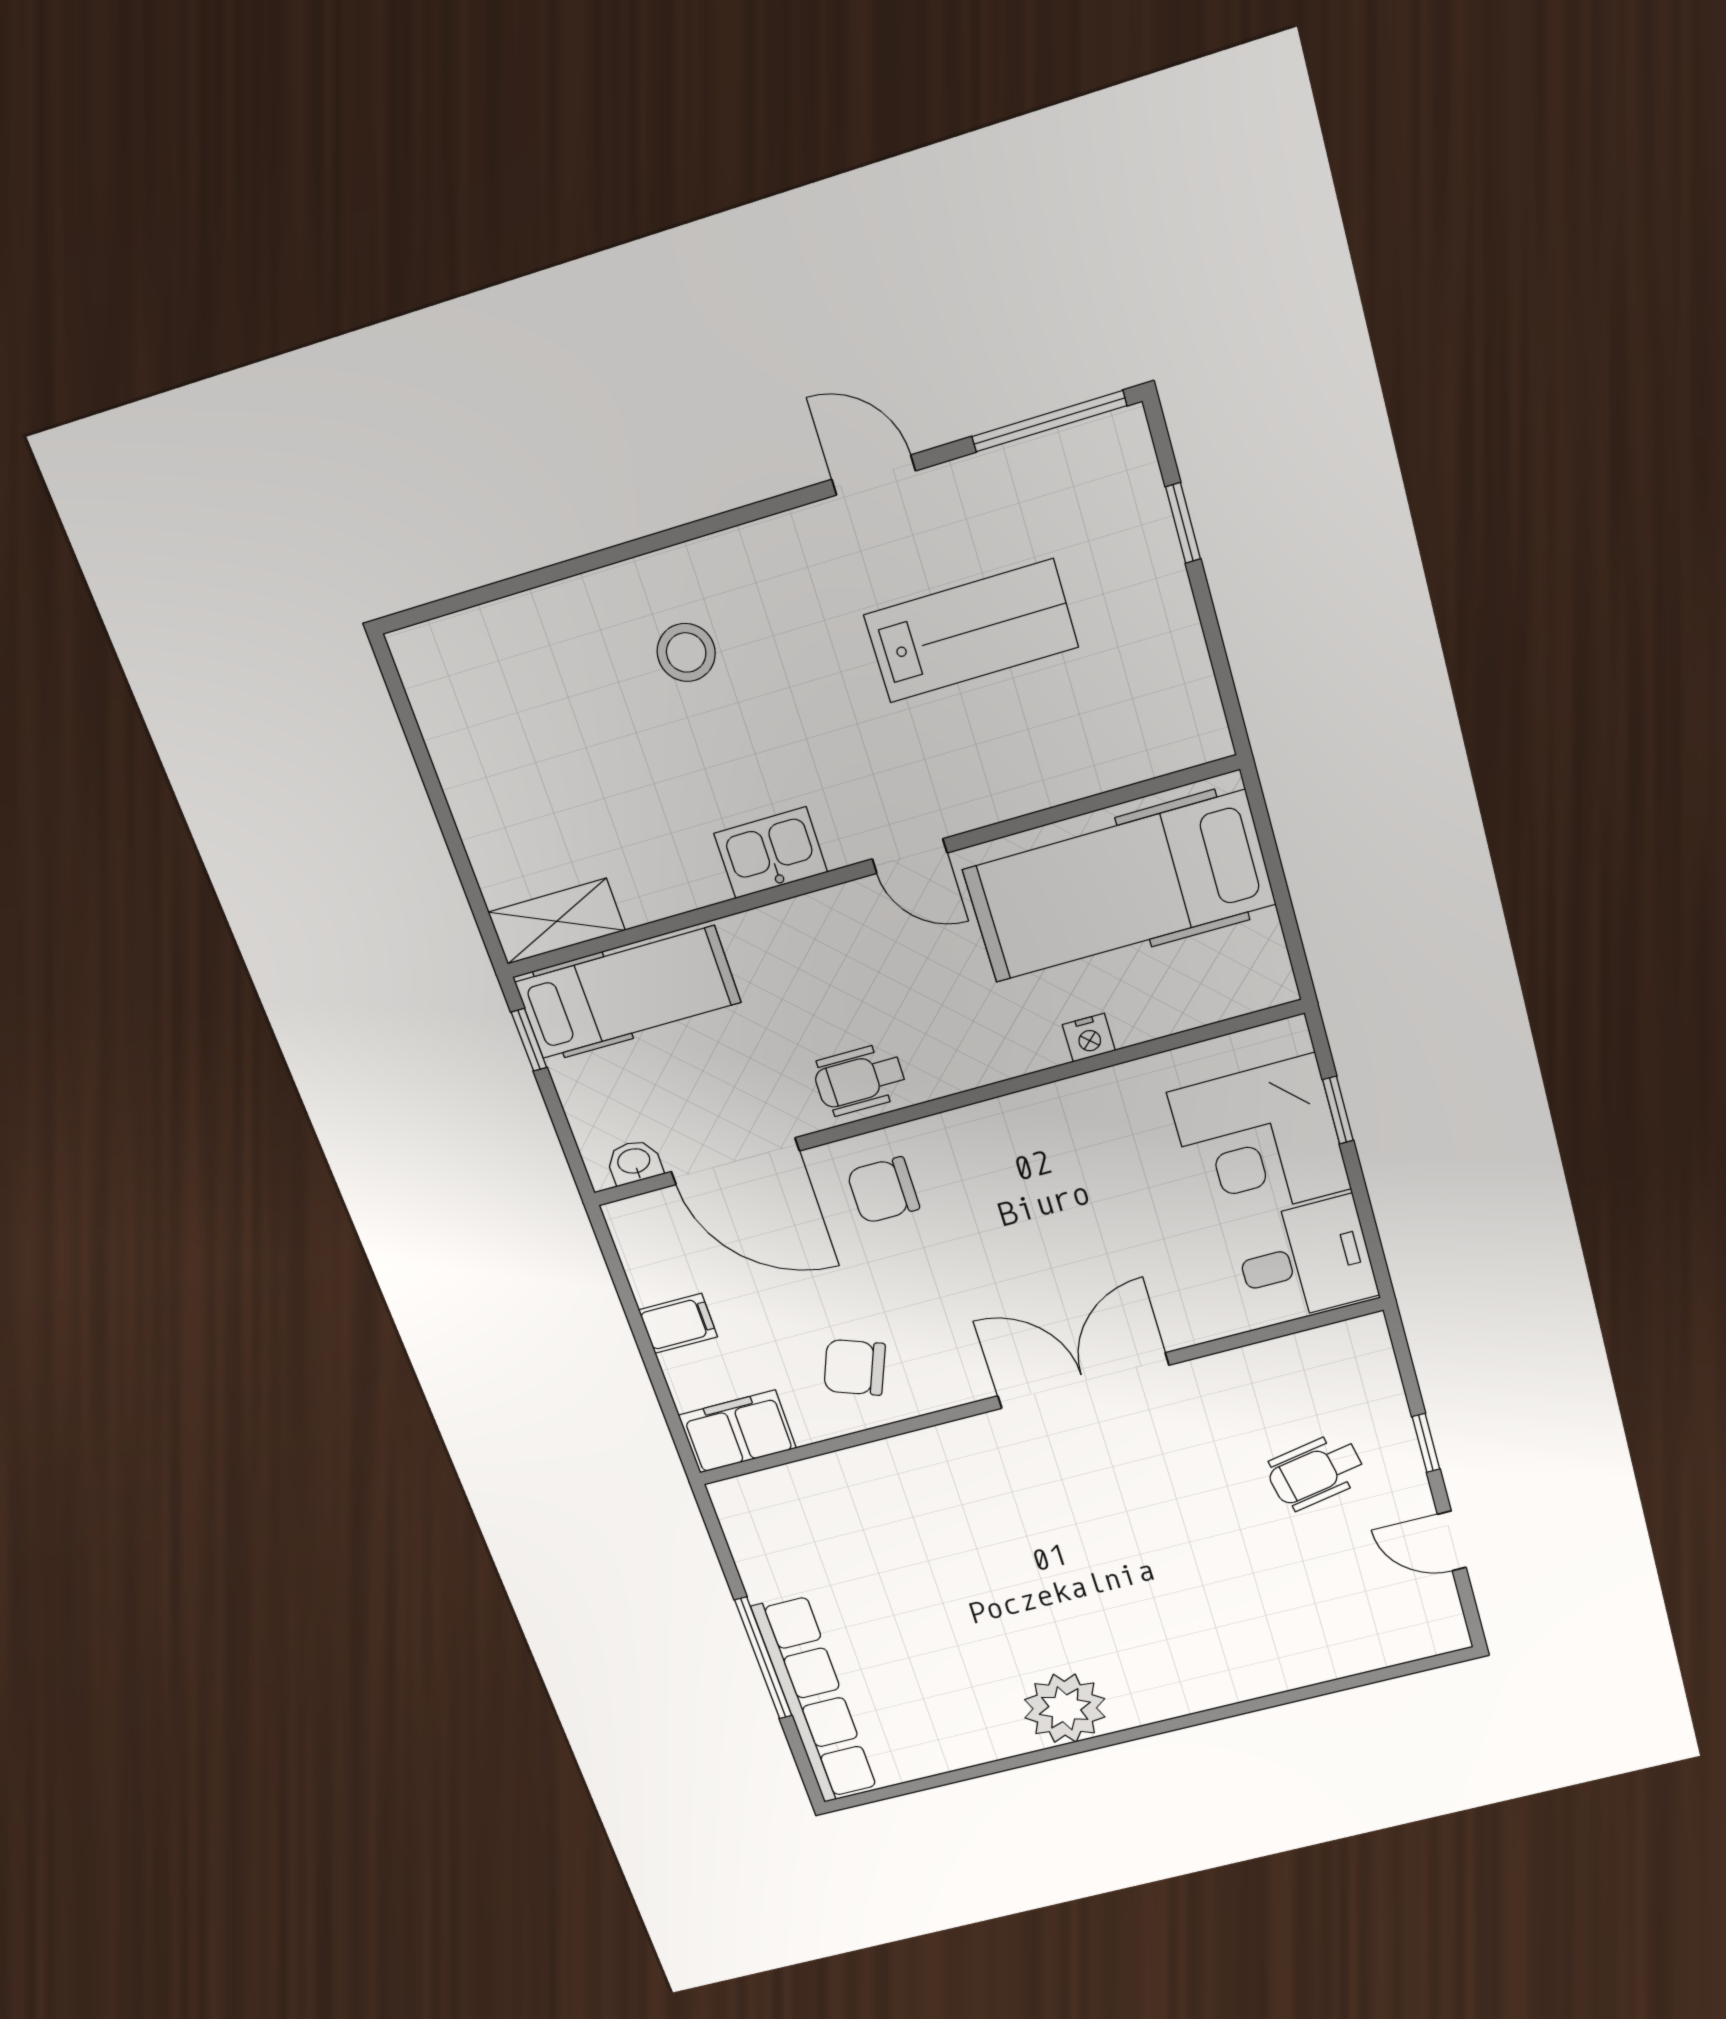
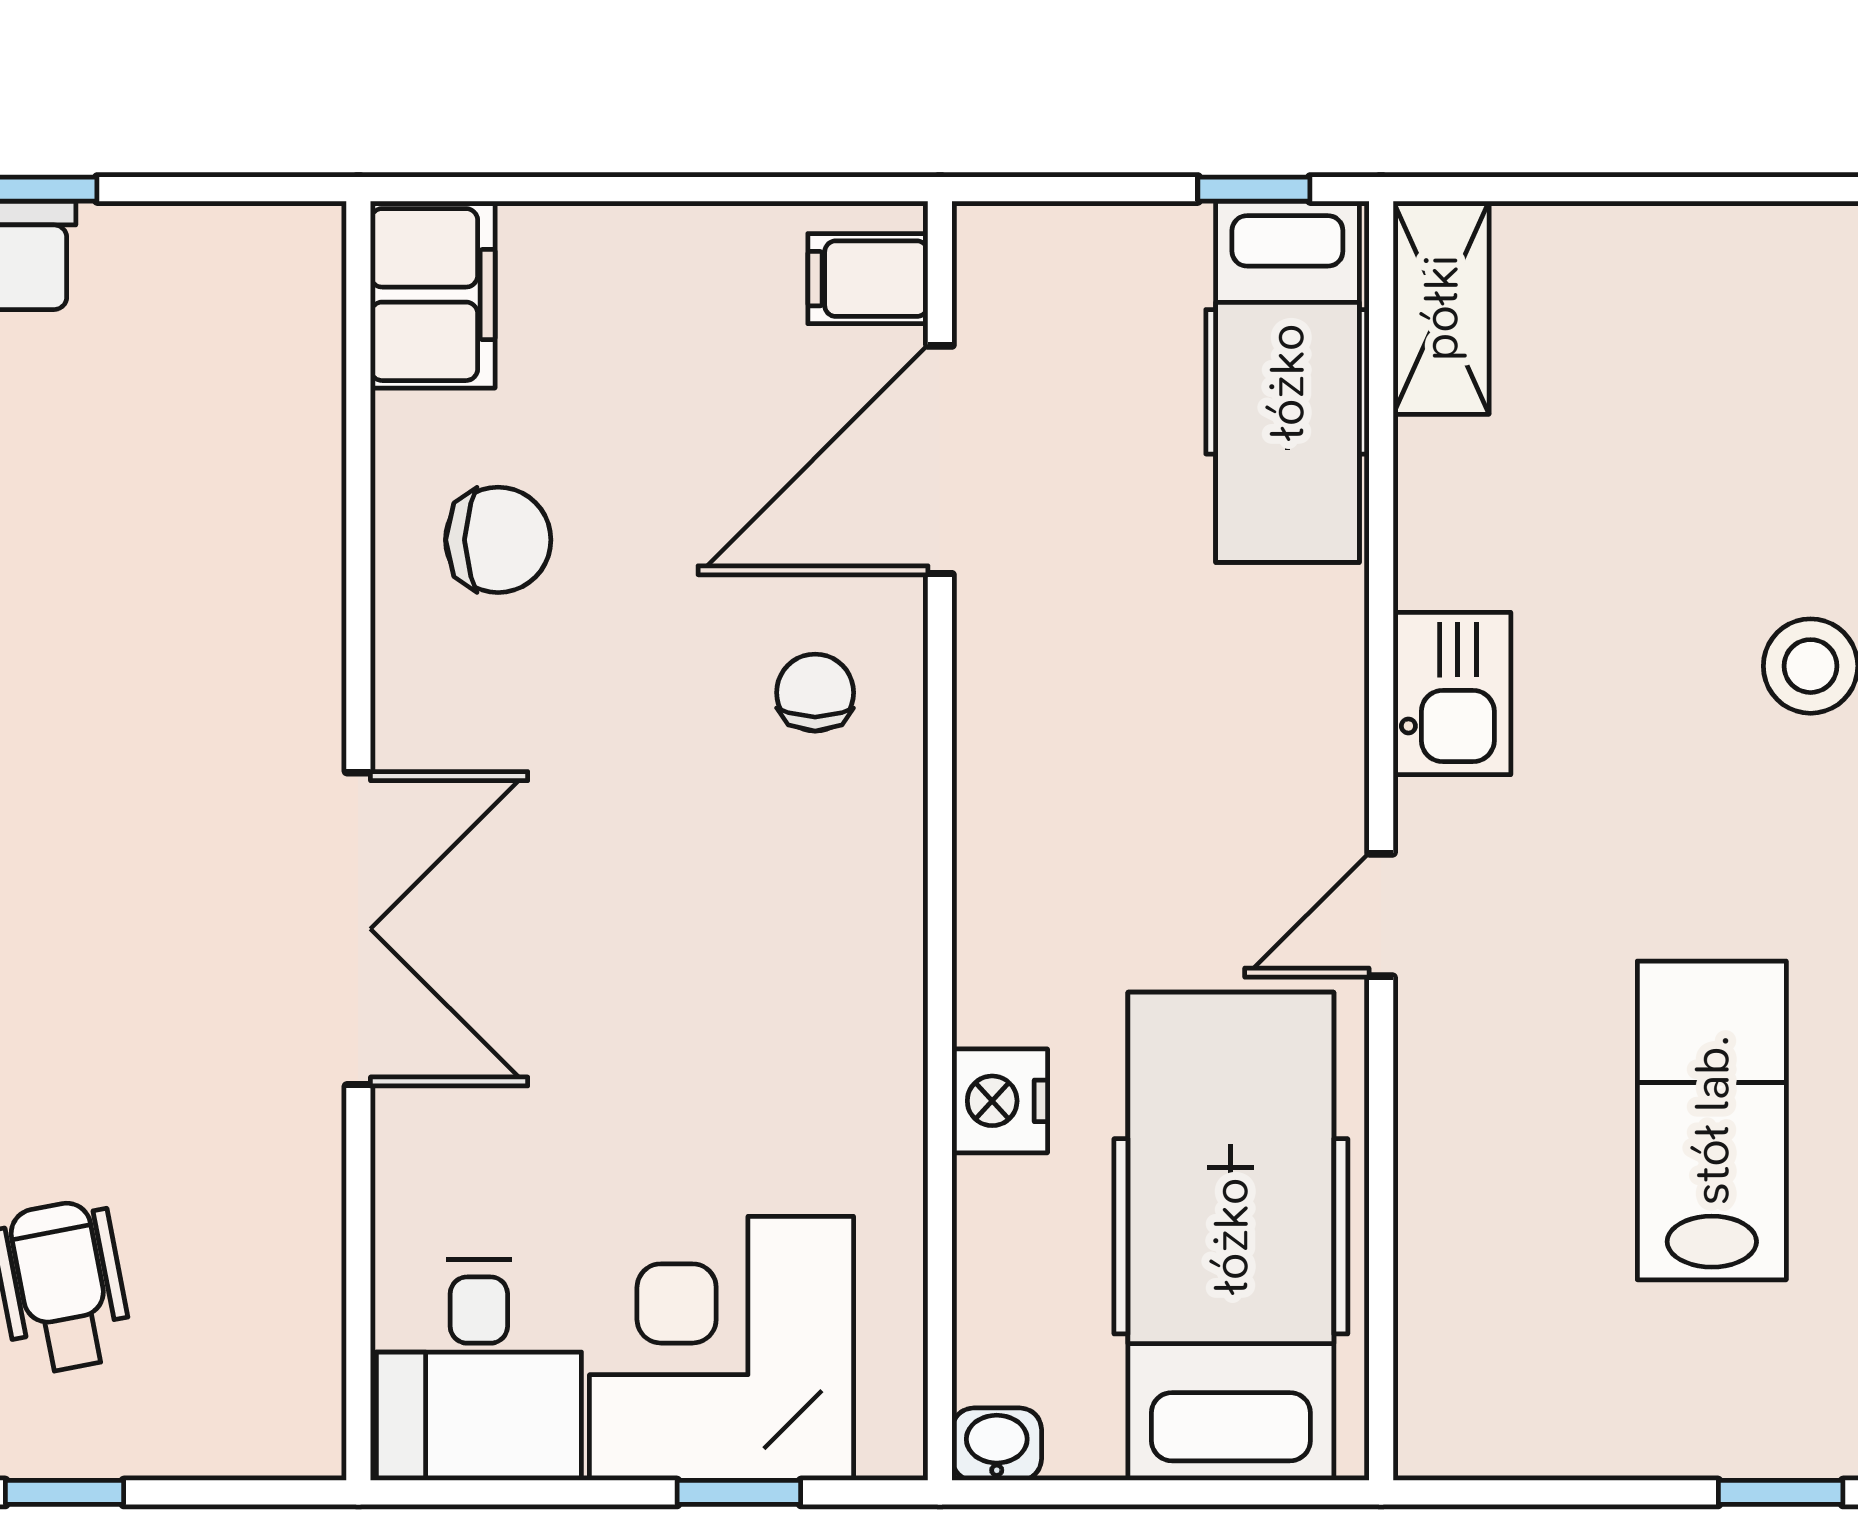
lab bench: (971, 631) -> (1712, 1120), turned 180
nightstand: (1089, 1038) -> (1000, 1101), width x1.39, depth x1.35
wheelchair: (860, 1079) -> (1024, 715), removed
washbasin: (634, 1162) -> (997, 1444), moved, turned -90
chair: (883, 1190) -> (815, 693), width x0.73, depth x0.73
filing cabinet: (678, 1323) -> (868, 279), moved, turned 90
chair: (855, 1367) -> (498, 540), turned 69

